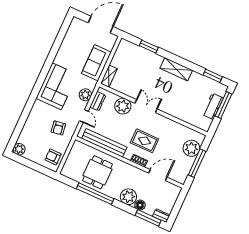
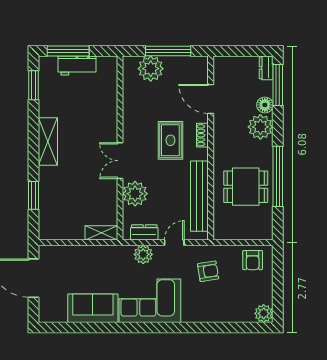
sofa: (96, 63) -> (93, 308), moved, turned 180

